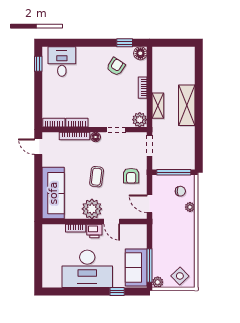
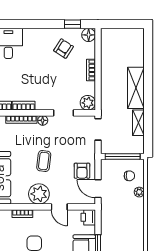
shelving: (158, 106) -> (138, 123), moved
armchair: (131, 176) -> (82, 171), moved
printer: (94, 231) -> (88, 217), moved, turned 90

